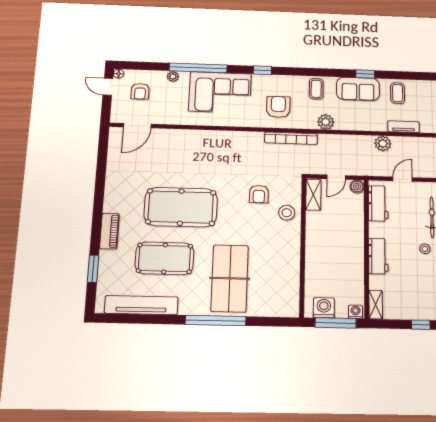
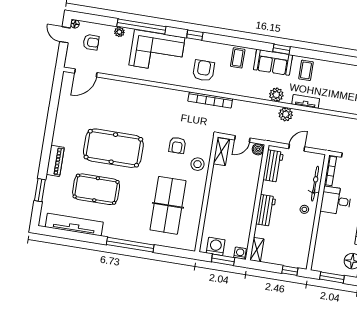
armchair: (140, 91) -> (91, 42), turned -90
plant: (326, 122) -> (276, 95), moved
table tennis table: (230, 278) -> (168, 205), moved
window: (336, 323) -> (223, 260), width x0.69

